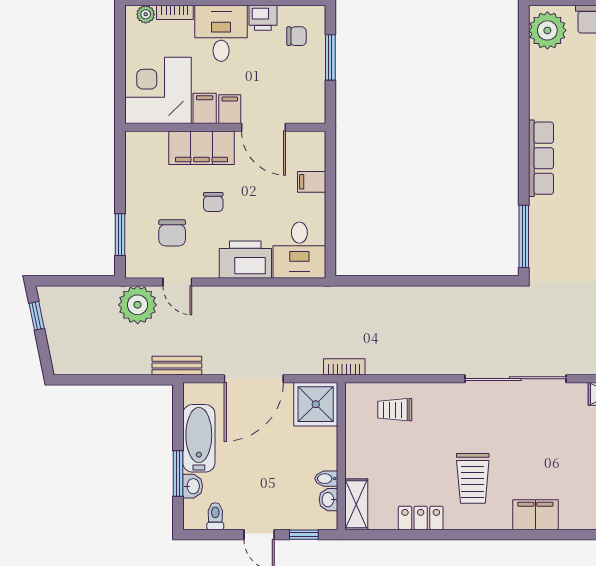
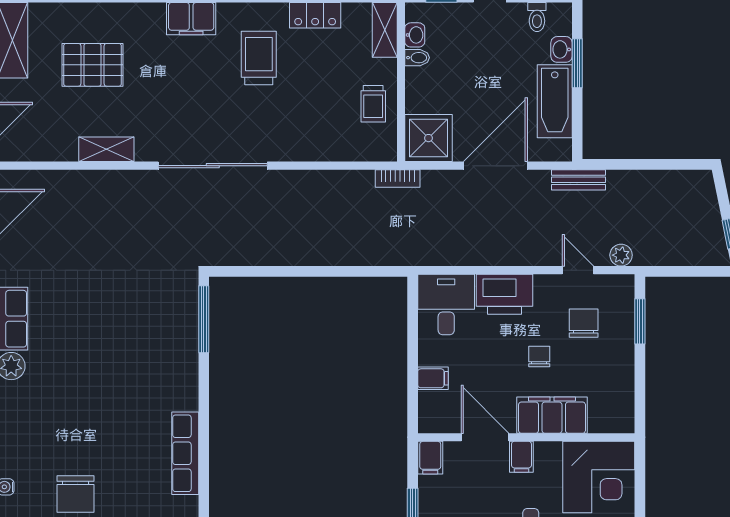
filing cabinet: (205, 108) -> (430, 458), moved
row of seats: (541, 158) -> (185, 453), moved
plant: (138, 305) -> (621, 255), width x0.53, depth x0.53
trolley: (395, 410) -> (373, 104), moved, turned 90

